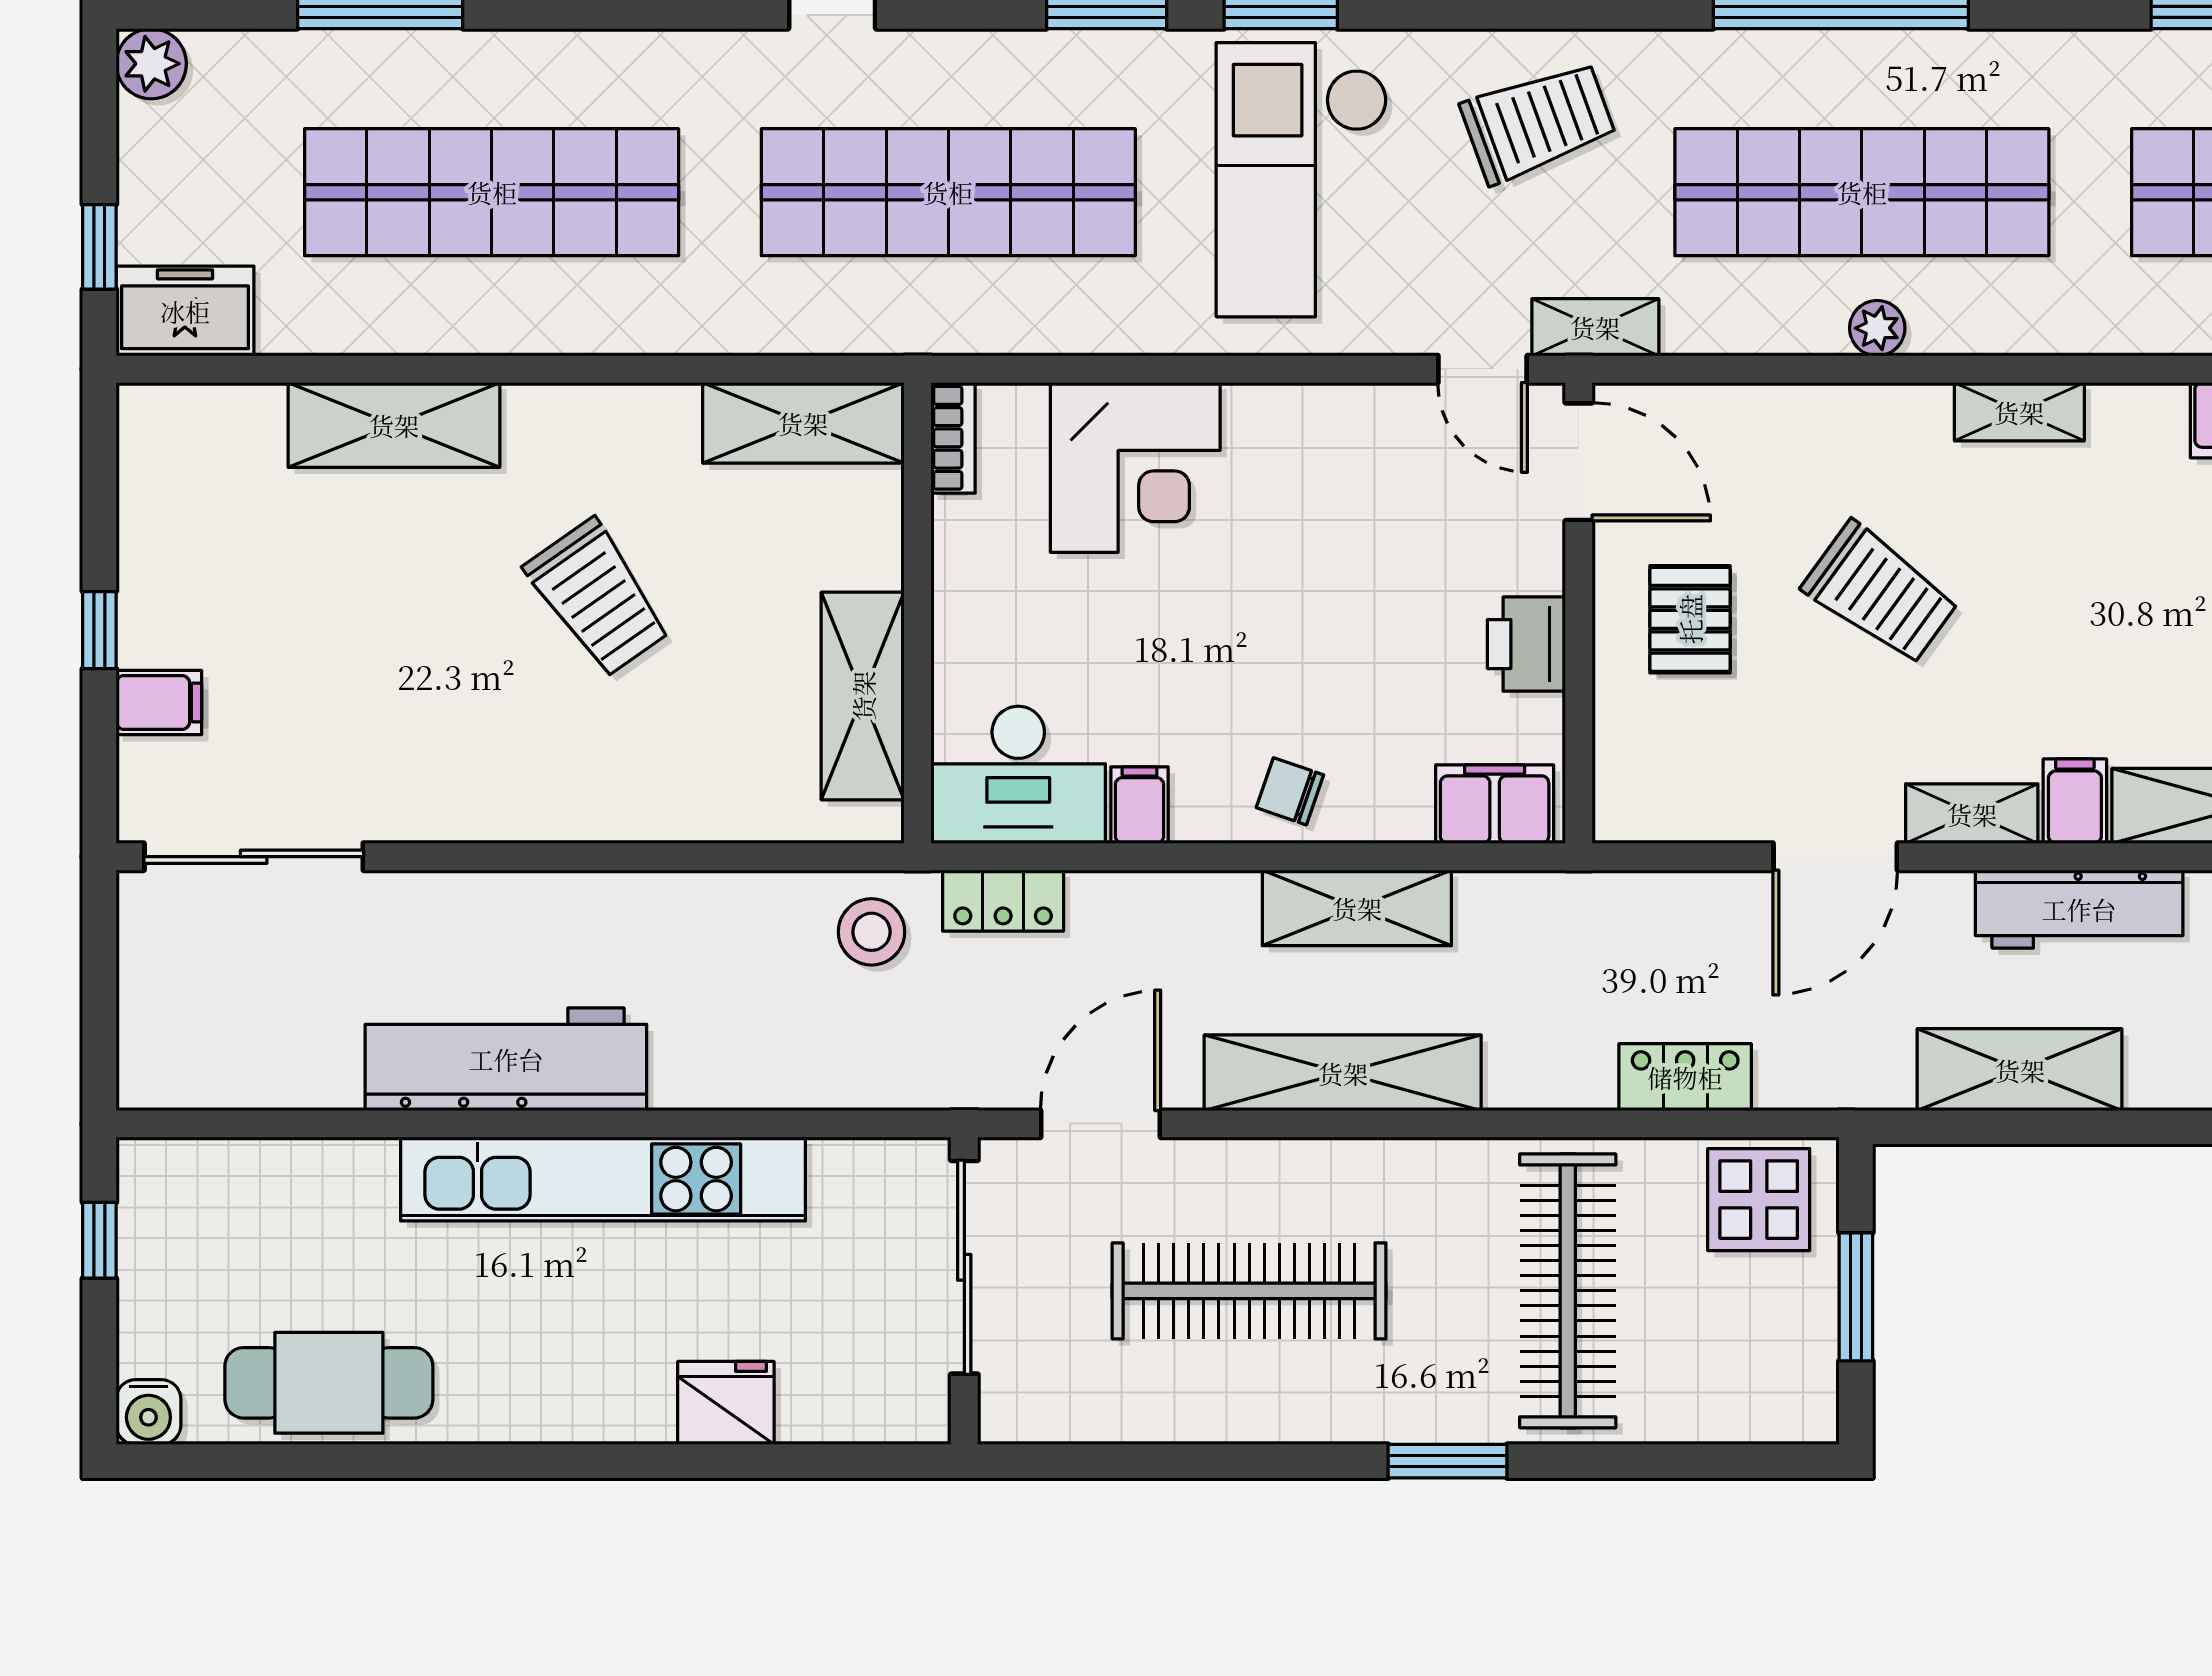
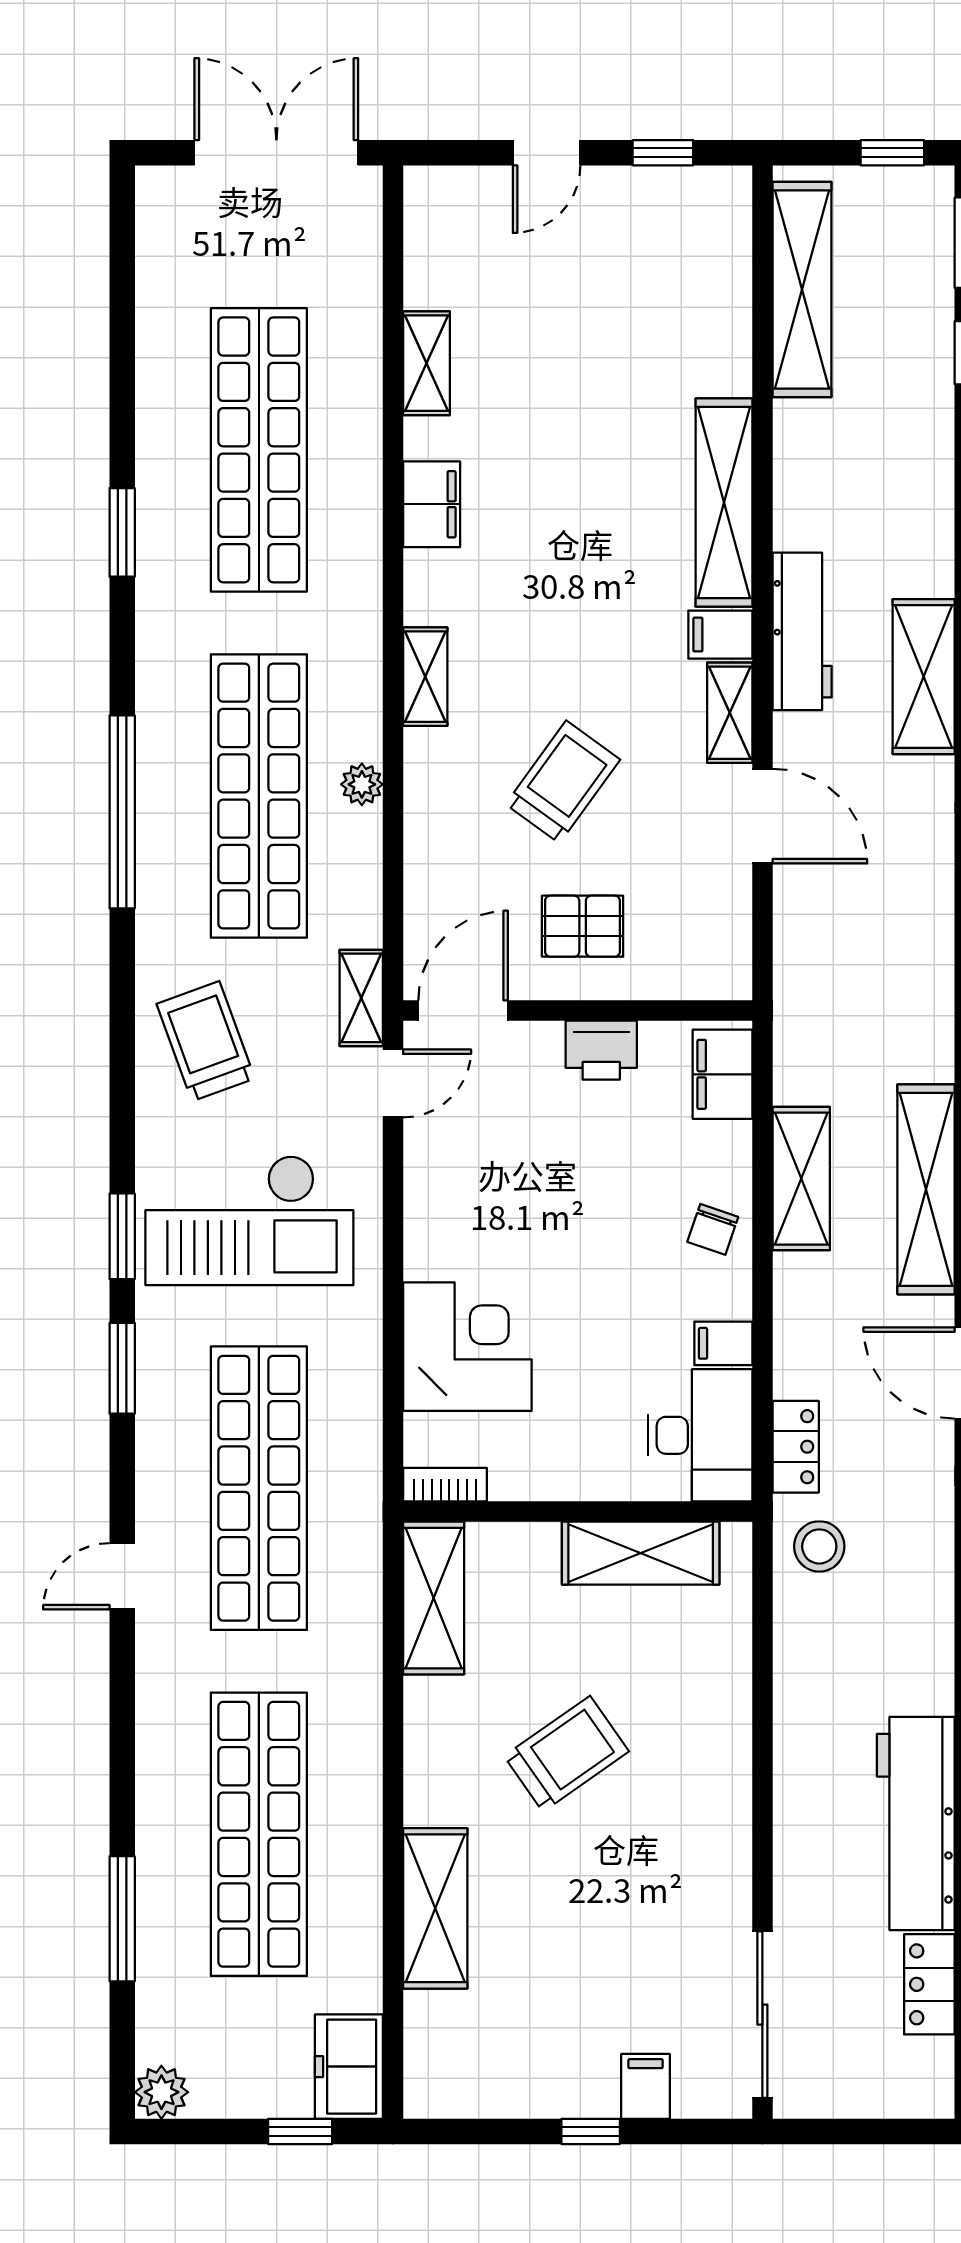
locker: (1685, 1077) -> (929, 1984), moved

